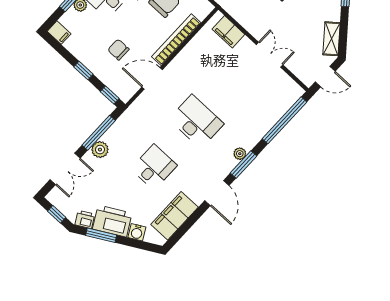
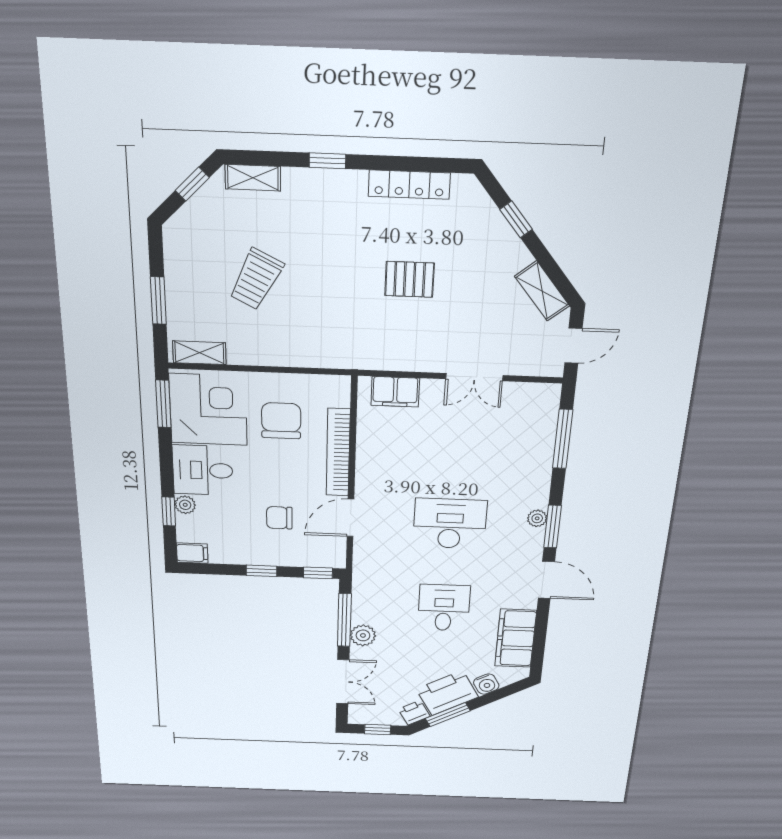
double door: (270, 55) -> (474, 377), swing flipped
window: (285, 120) -> (563, 439), width x0.68

